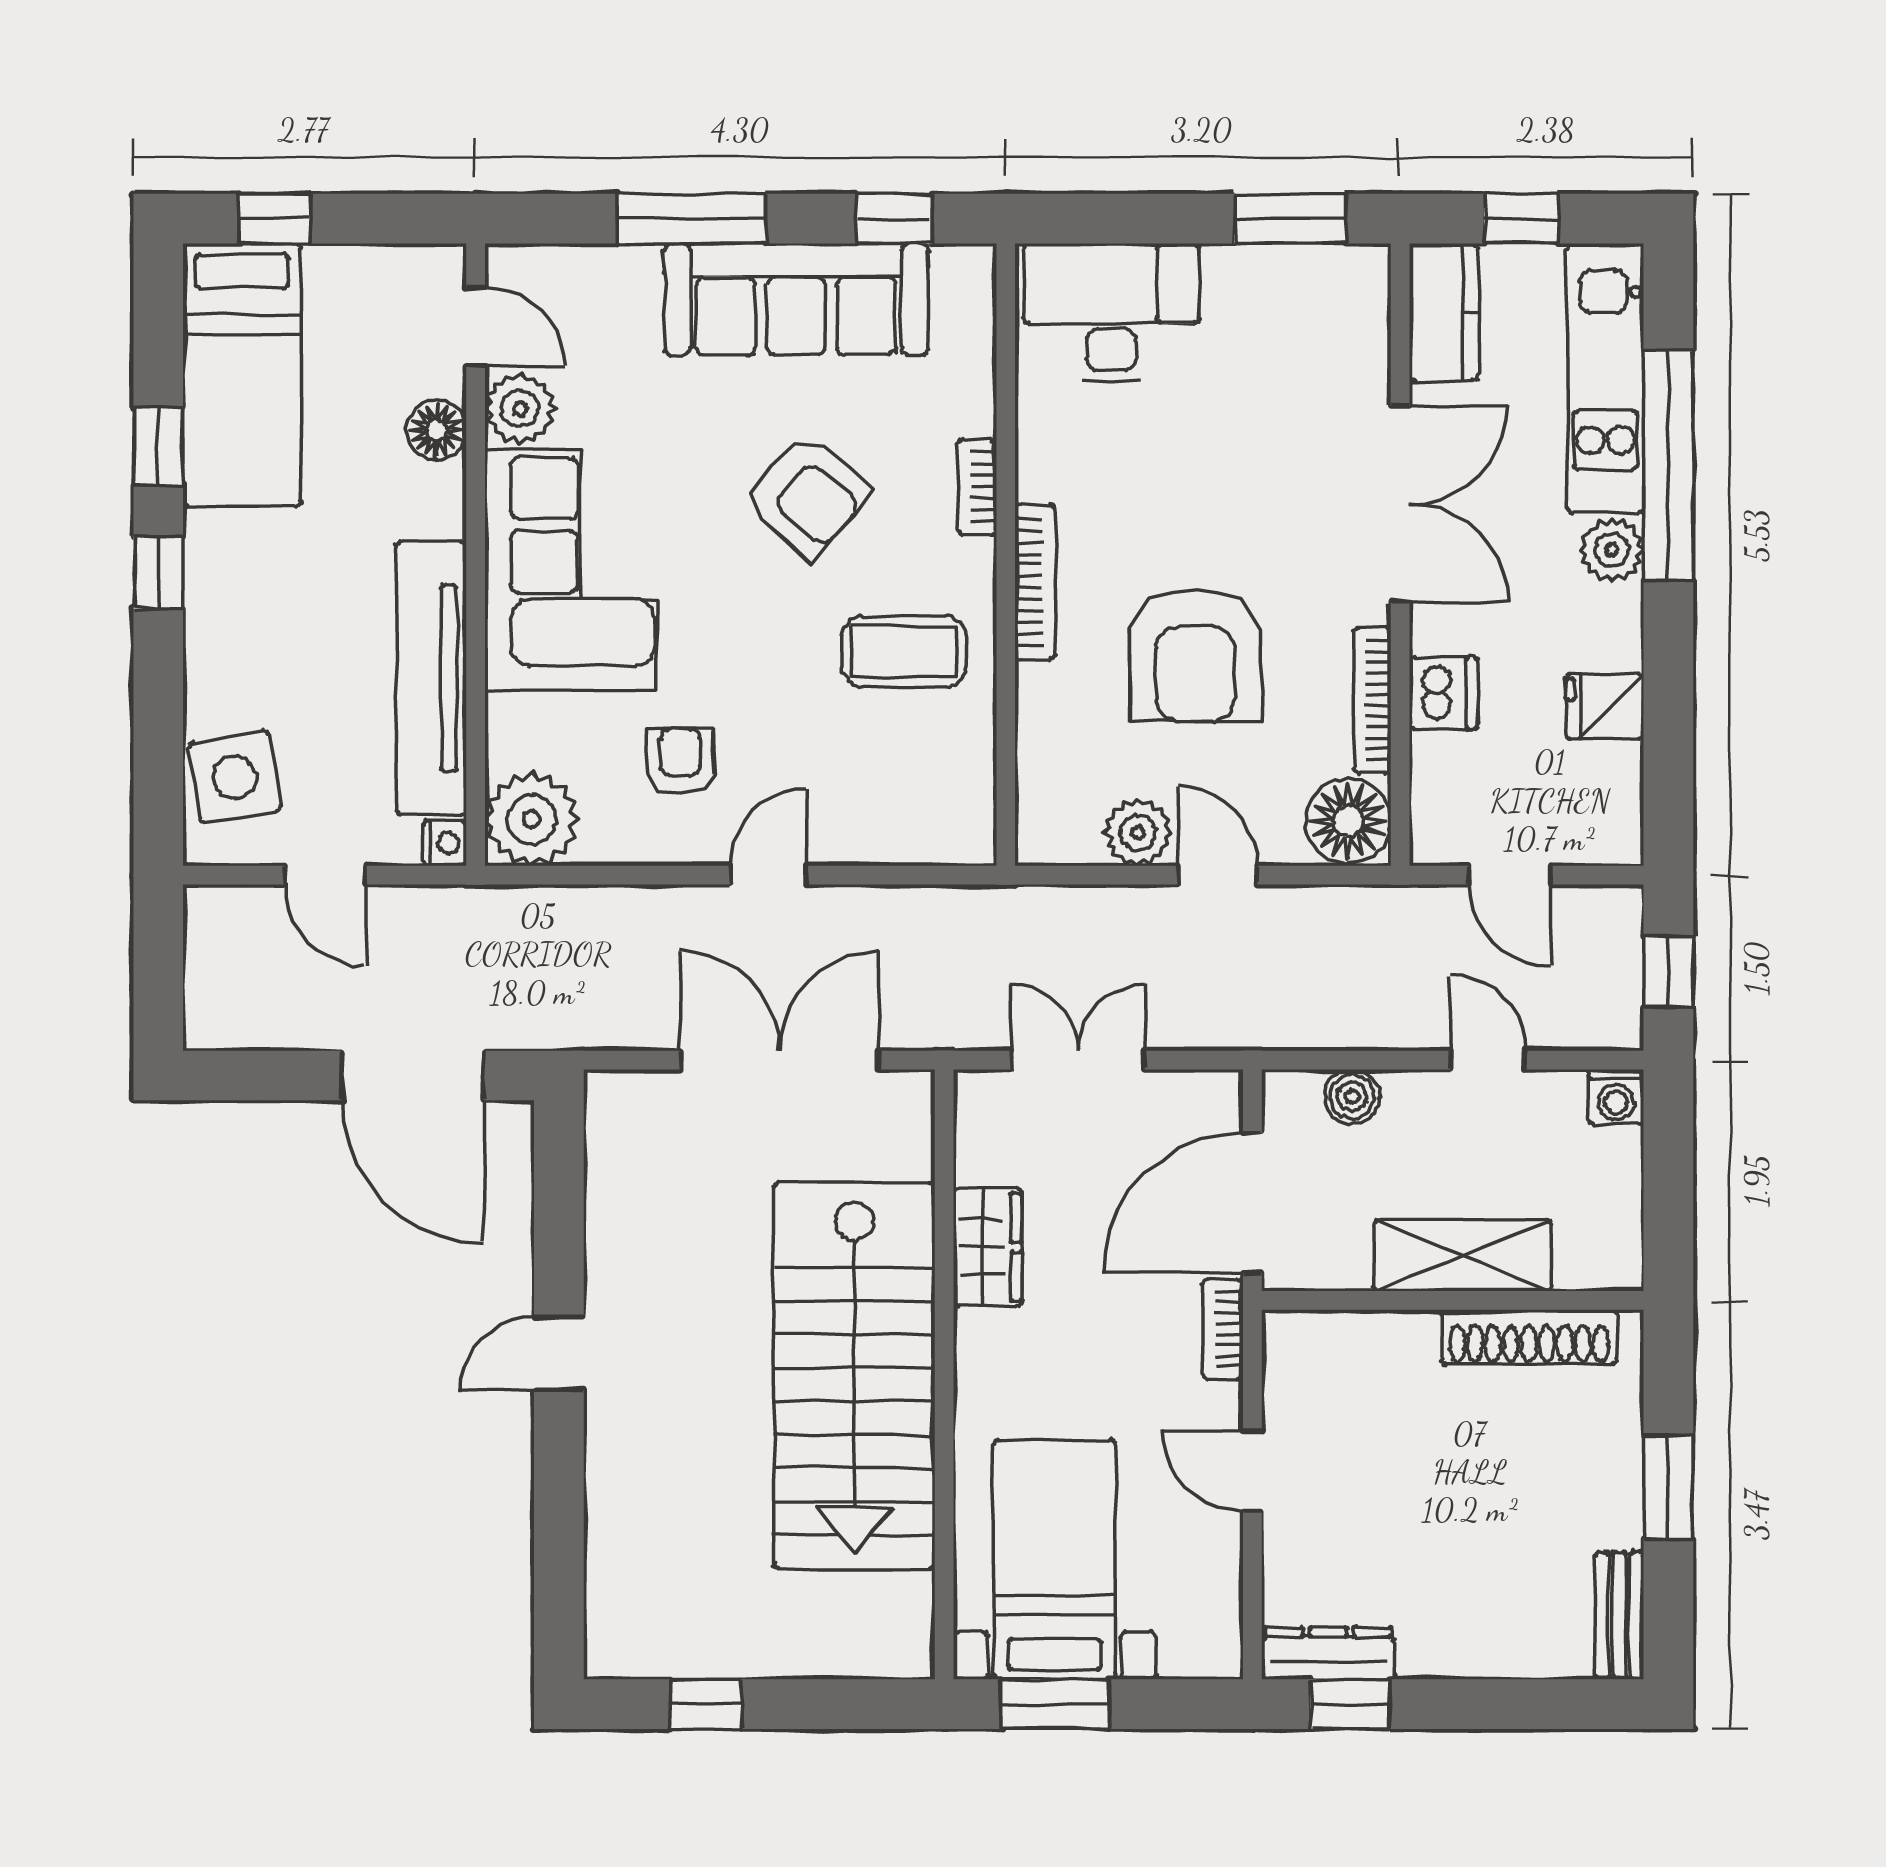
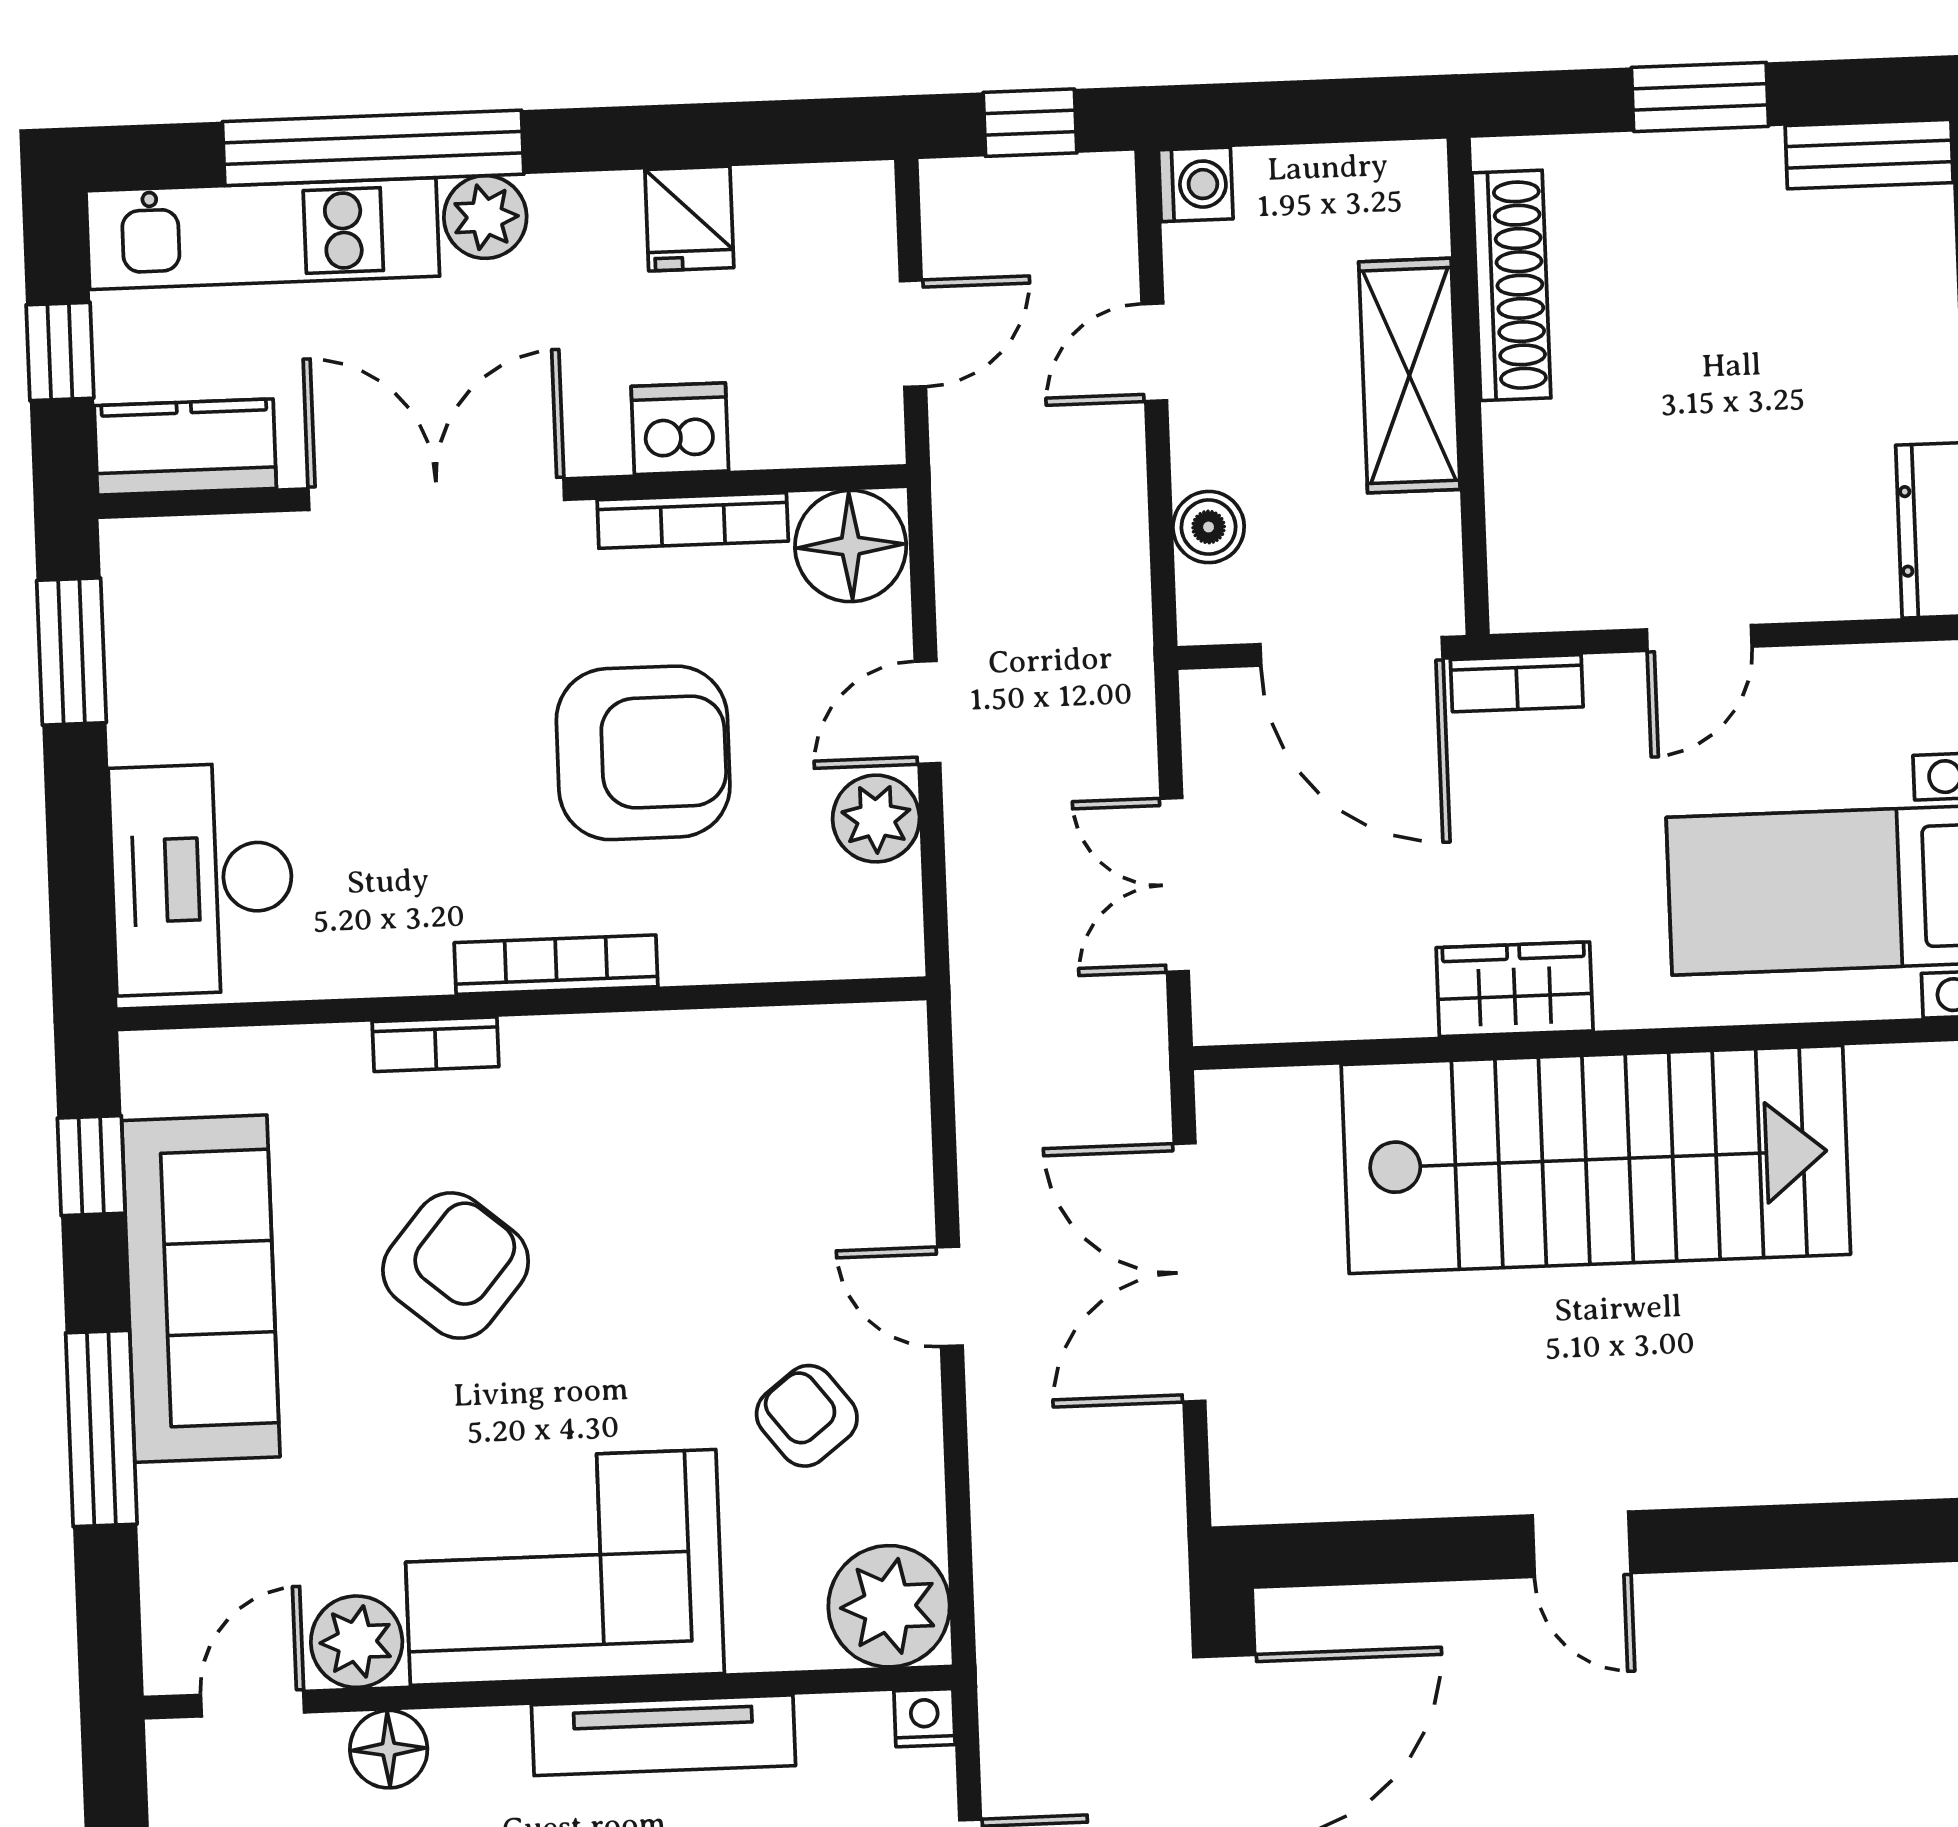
coffee table: (904, 651) -> (652, 1131), removed
tv unit: (431, 678) -> (663, 1735), width x0.73, depth x0.78
armchair: (681, 761) -> (807, 1416), turned 52
wardrobe: (988, 1247) -> (1515, 989), moved

